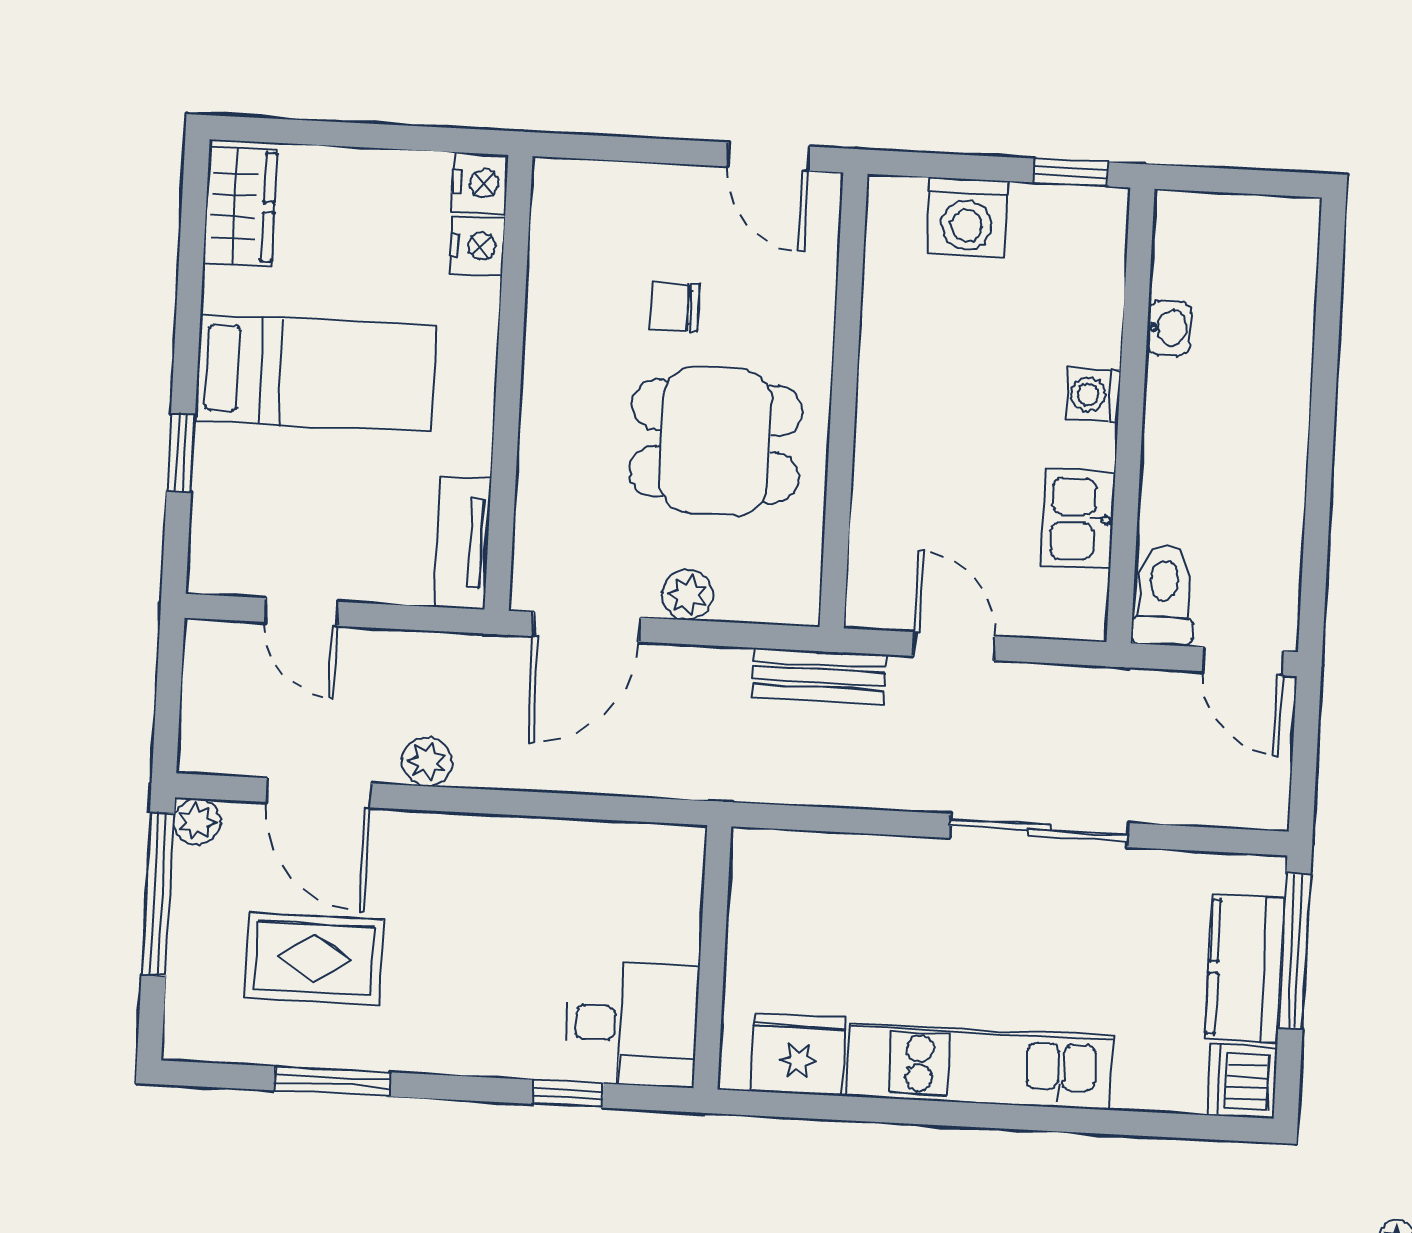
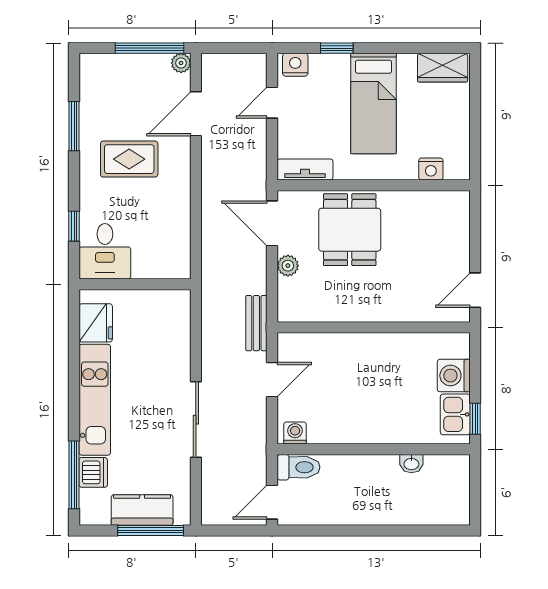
nightstand: (480, 183) -> (295, 65), moved, turned 180
chair: (675, 307) -> (409, 254), removed
washing machine: (1093, 395) -> (295, 433), moved
dining table: (716, 441) -> (350, 230), moved
kitchen sink: (1078, 519) -> (455, 414), moved, turned -90
plant: (427, 762) -> (211, 159), removed
rug: (314, 958) -> (129, 159), moved, turned 90
dishwasher: (1242, 1081) -> (93, 472), moved, turned 90
window: (1154, 1124) -> (74, 475), added

